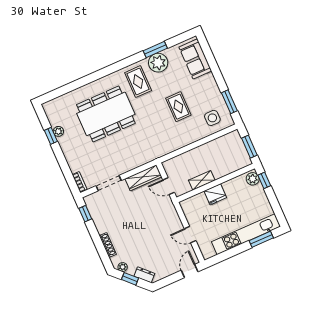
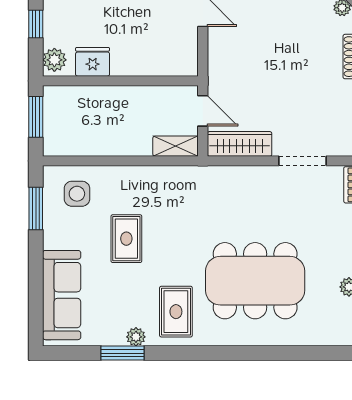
sofa: (195, 59) -> (62, 295), width x1.36
plant: (158, 63) -> (136, 337), width x0.53, depth x0.53
shelving: (202, 180) -> (176, 146), moved
window: (264, 180) -> (36, 24), moved
fridge: (215, 194) -> (93, 62), moved

